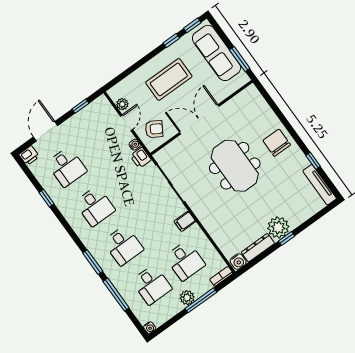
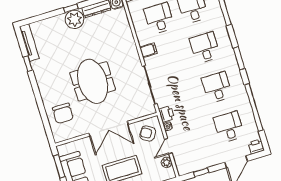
chair: (277, 143) -> (63, 113), moved
window: (47, 198) -> (254, 107), width x3.17
window: (93, 262) -> (239, 58), moved

